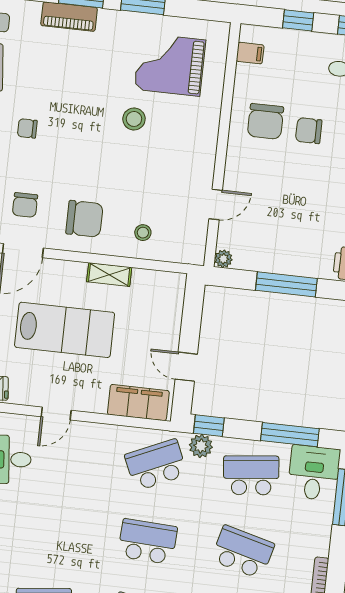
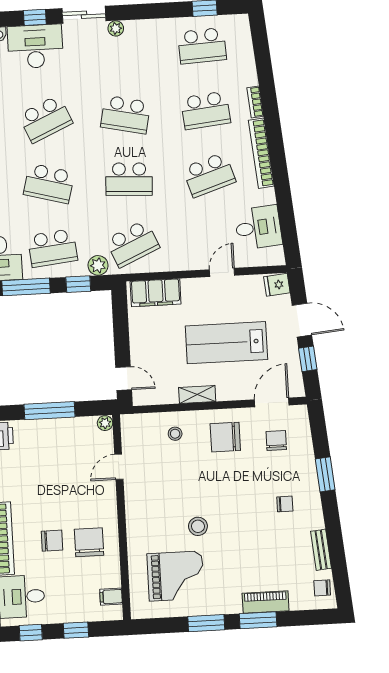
door: (186, 367) -> (124, 378), moved
window: (209, 426) -> (78, 284), moved
school desk: (52, 531) -> (209, 175), added

